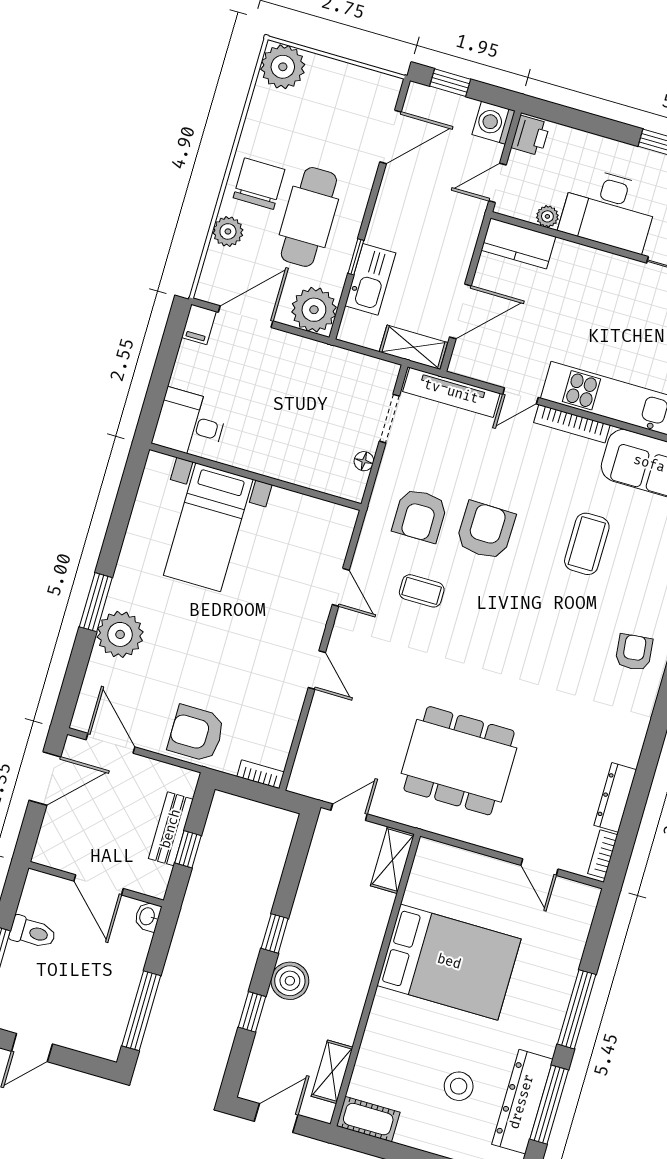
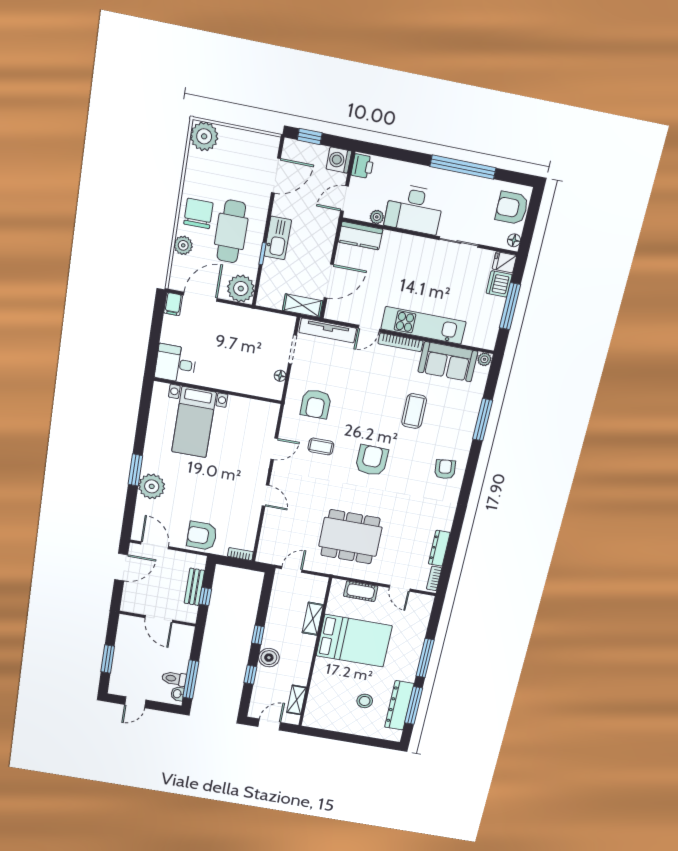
kitchen sink: (370, 279) -> (278, 238), moved
armchair: (486, 531) -> (372, 460), moved
door: (341, 587) -> (274, 449), hinge flipped
shelving: (392, 860) -> (313, 619), moved
washbasin: (148, 916) -> (177, 694), moved
toilet: (33, 932) -> (174, 679), moved, turned 180
cot: (368, 1119) -> (361, 591), moved

